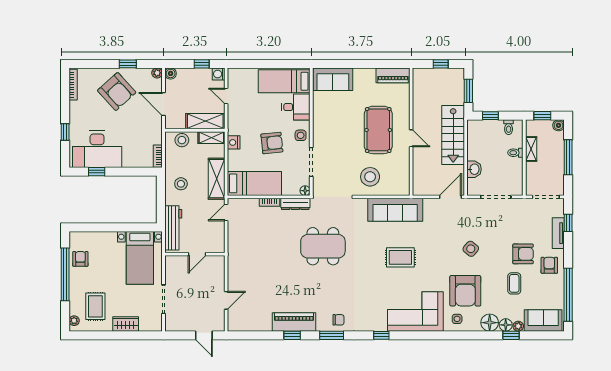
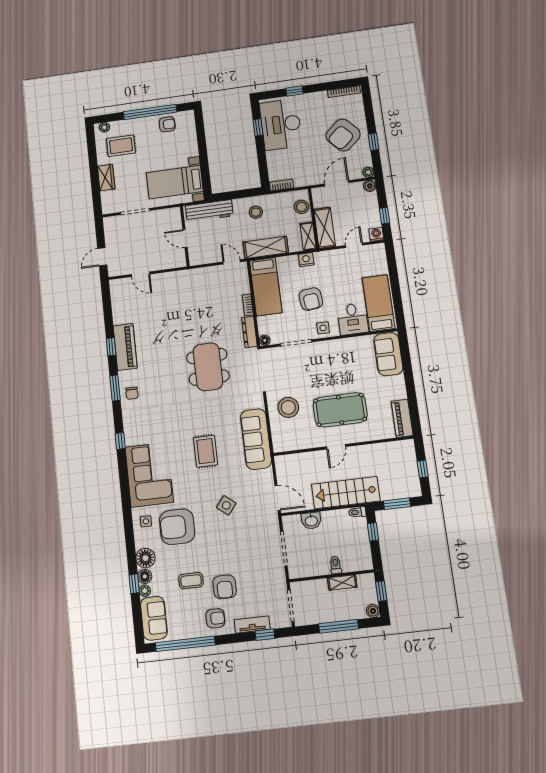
toilet: (509, 127) -> (357, 512), moved
side table: (471, 249) -> (226, 505), moved

